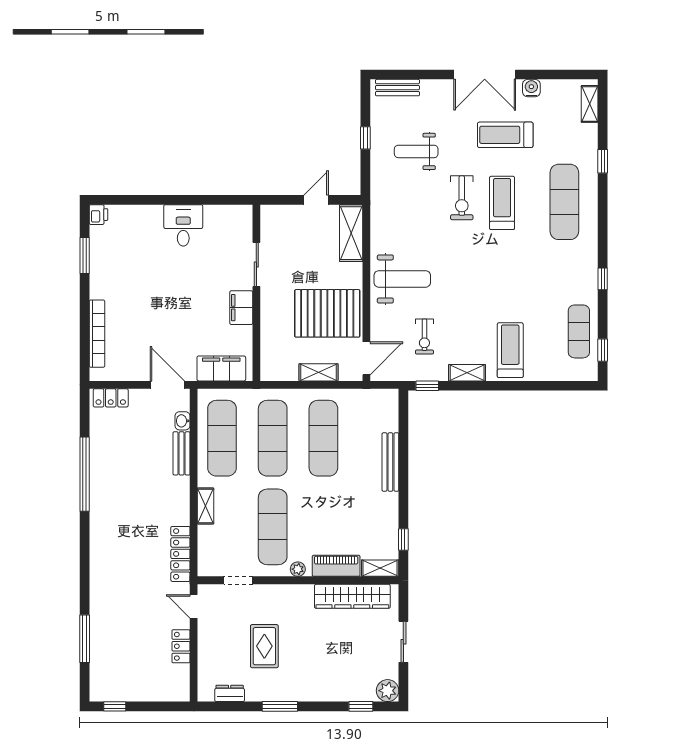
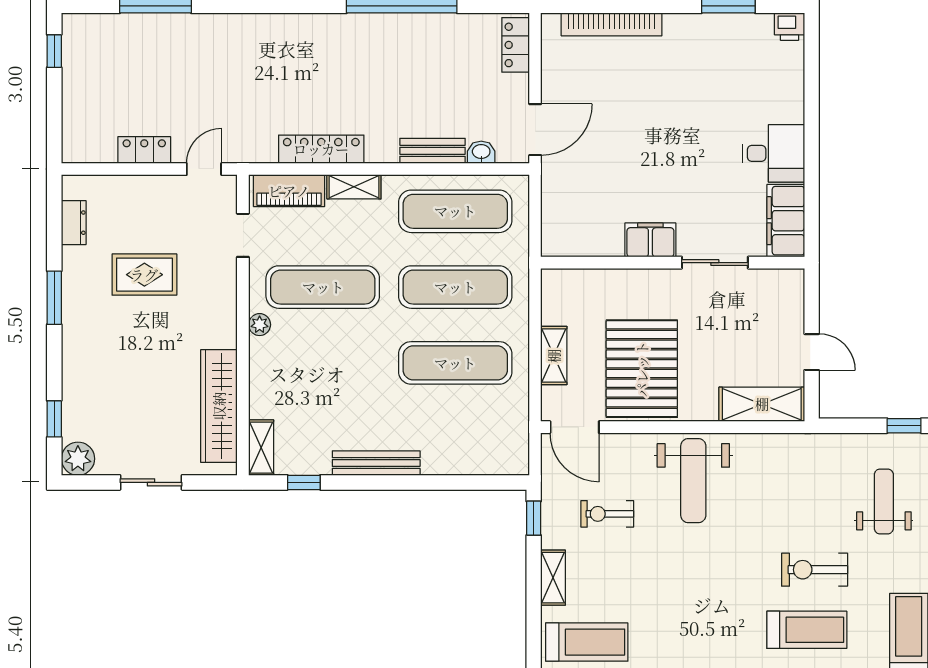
filing cabinet: (221, 368) -> (786, 221), moved, turned 180
bench: (390, 462) -> (376, 463), moved
locker: (180, 554) -> (321, 149), moved
piano: (336, 566) -> (289, 191), moved, turned 90

